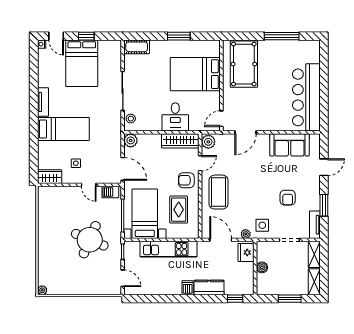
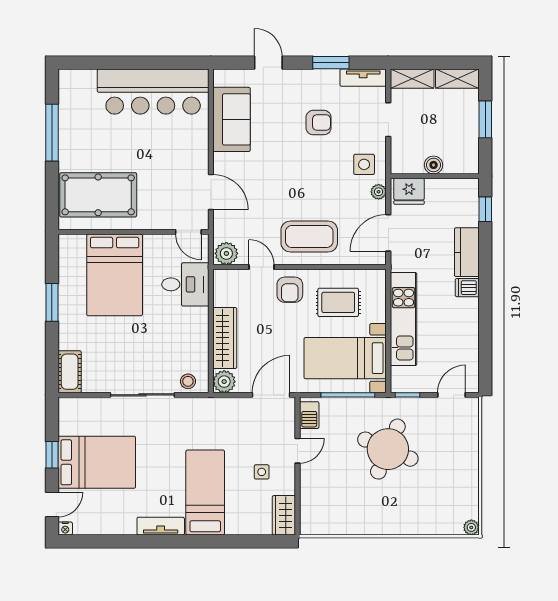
desk: (175, 117) -> (185, 284), moved
wardrobe: (180, 141) -> (225, 338), moved

